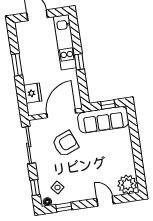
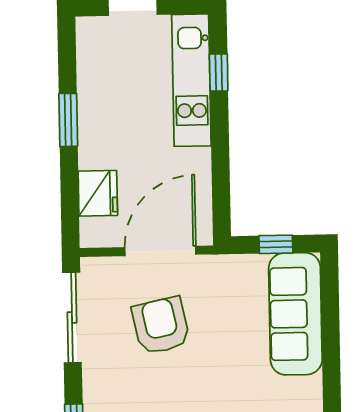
window: (79, 62) -> (219, 72), moved
sofa: (103, 120) -> (295, 314), moved, turned 90
armchair: (65, 144) -> (161, 326), turned -80

